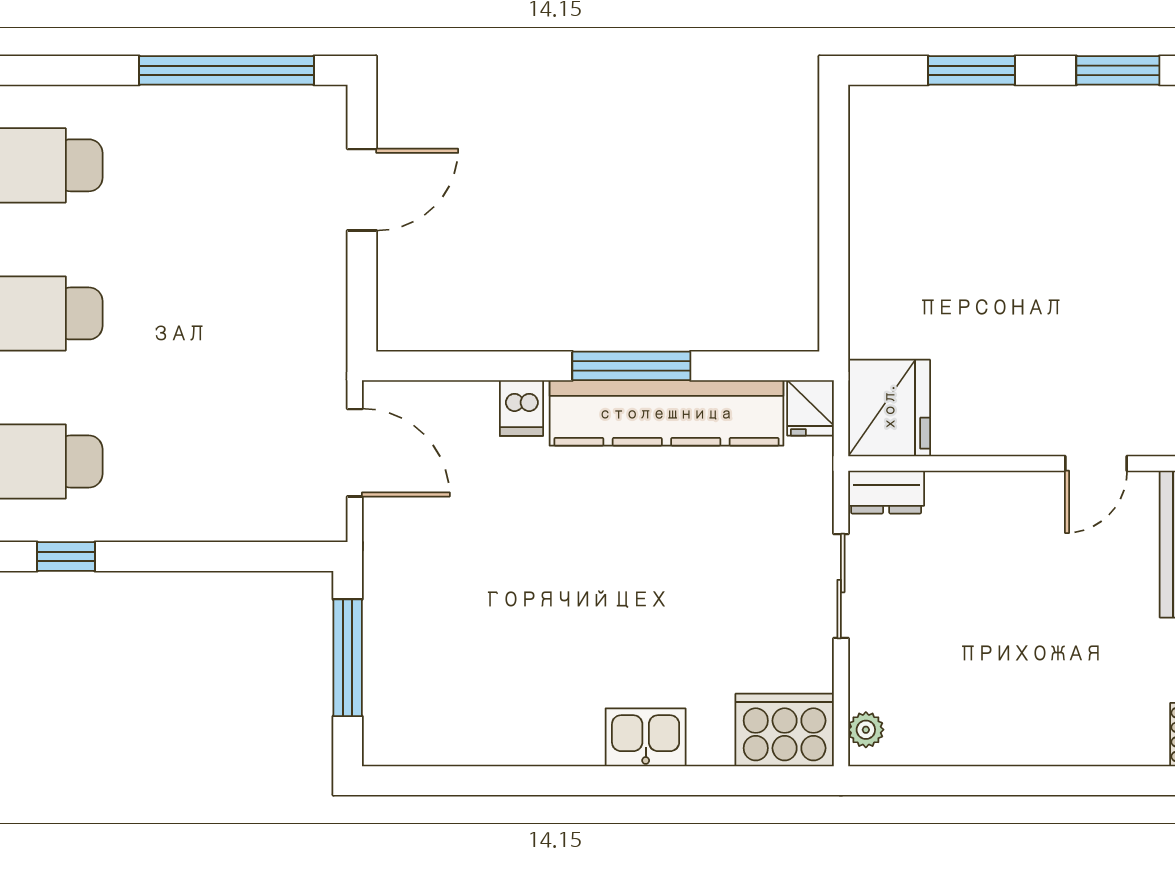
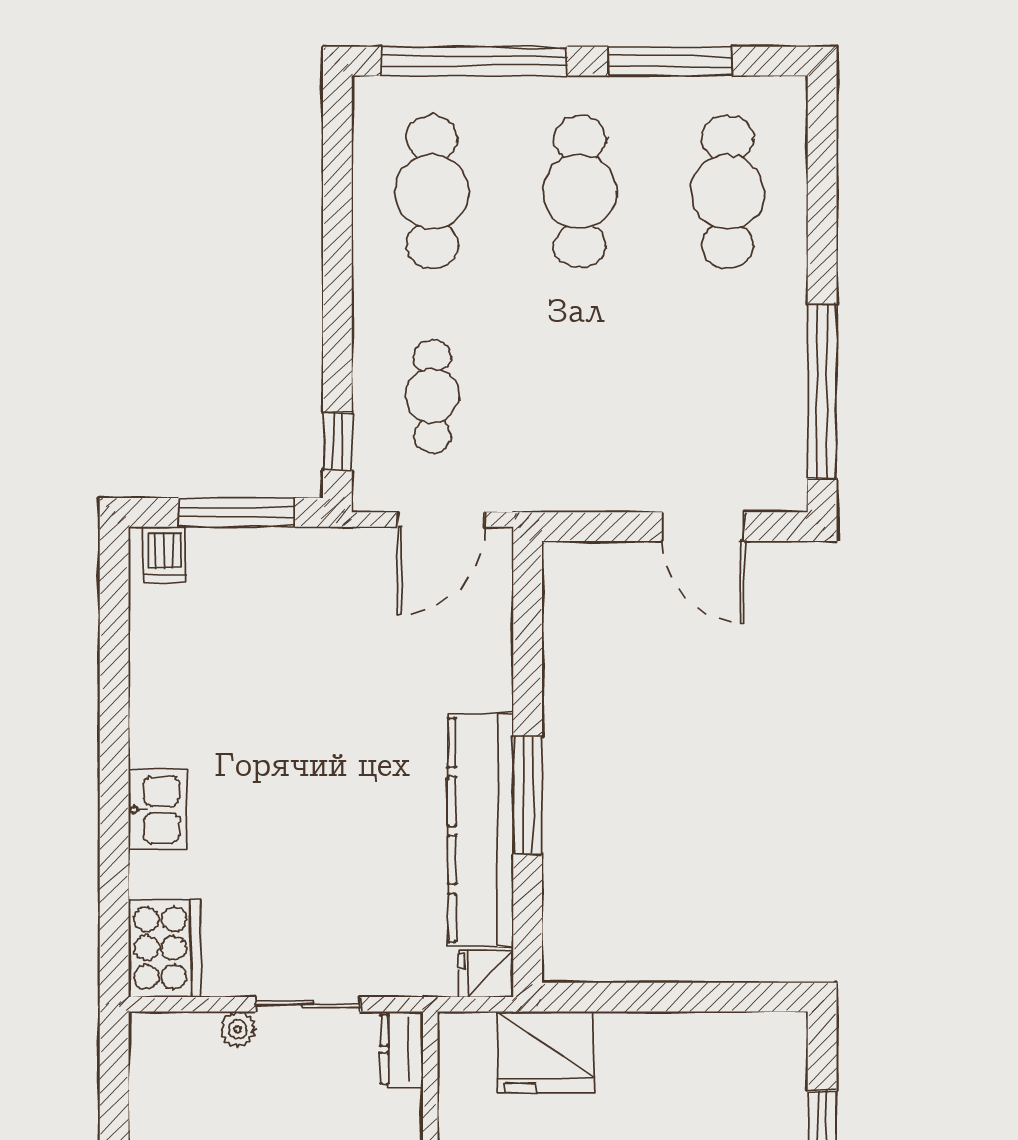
dishwasher: (521, 408) -> (165, 555), moved, turned -90
fridge: (889, 408) -> (546, 1052), moved
cafe table: (231, 462) -> (432, 396), added
window: (66, 557) -> (337, 441), moved
plant: (866, 730) -> (238, 1029), moved

